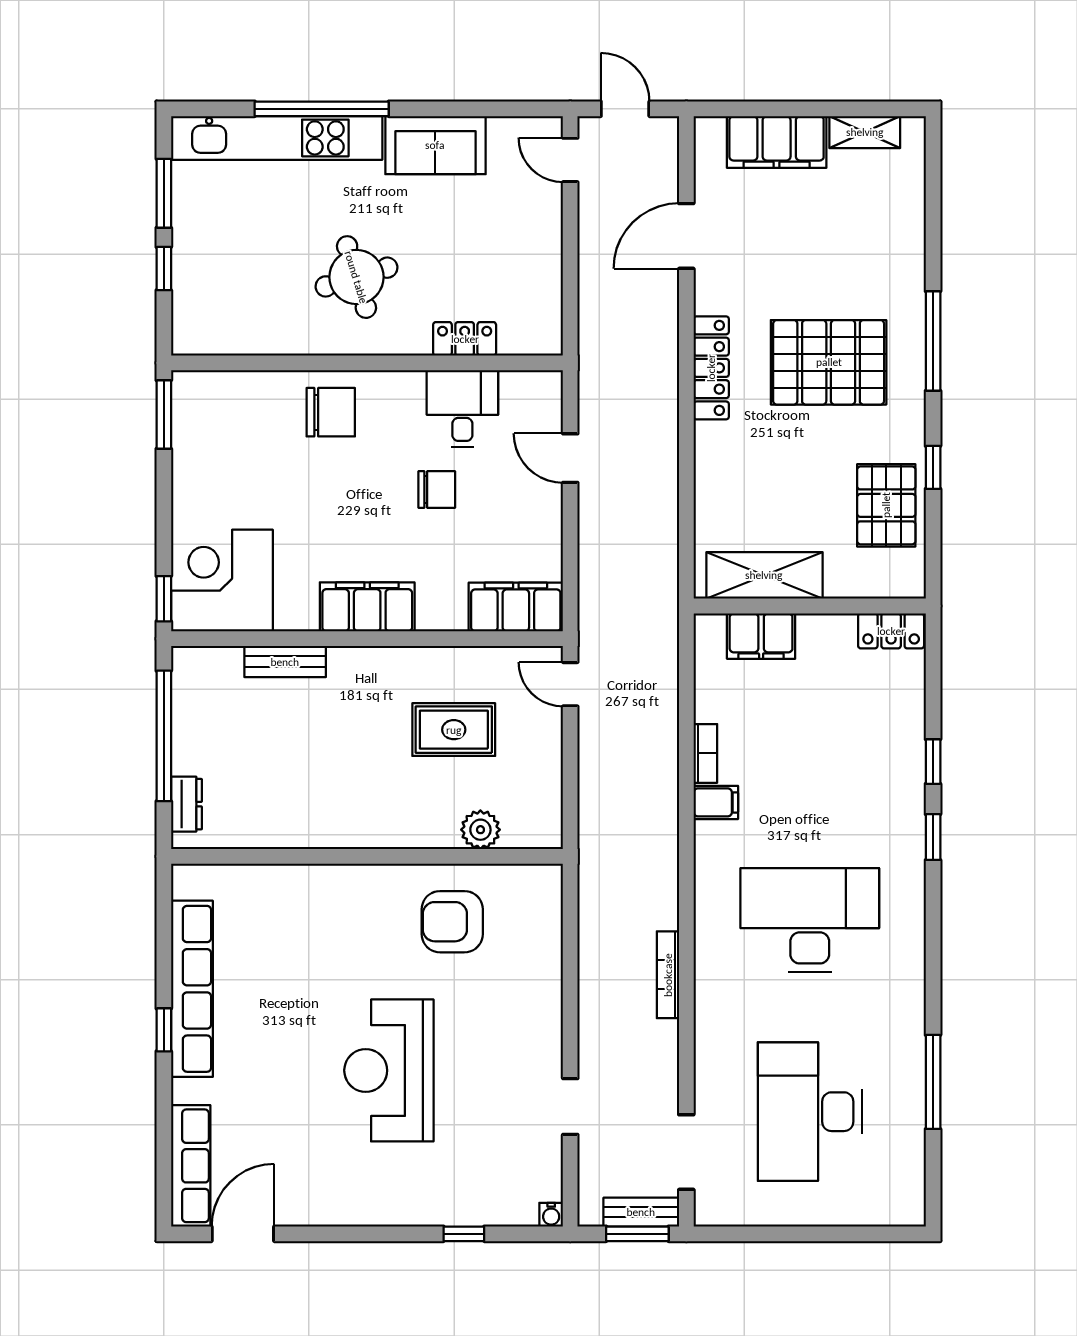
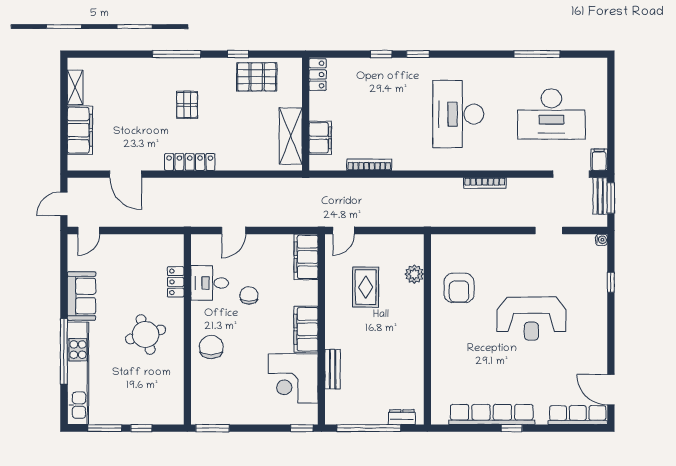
pallet: (829, 362) -> (187, 105), width x0.49, depth x0.50
corner desk: (222, 581) -> (293, 378), moved
bookcase: (705, 753) -> (369, 165), width x1.56
filing cabinet: (716, 802) -> (599, 160), moved

